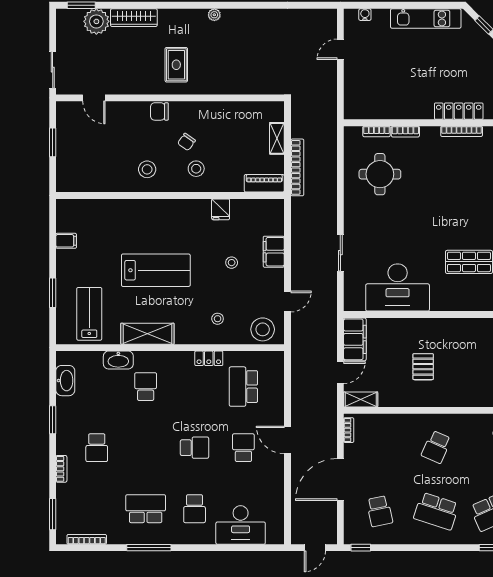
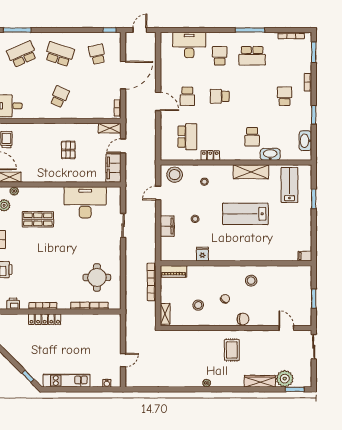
shelving: (277, 138) -> (165, 314), moved
stool: (196, 169) -> (198, 305), moved
filing cabinet: (66, 241) -> (305, 256), moved
lab bench: (89, 314) -> (289, 185), turned 180

